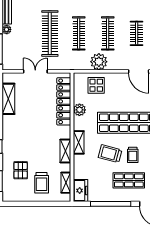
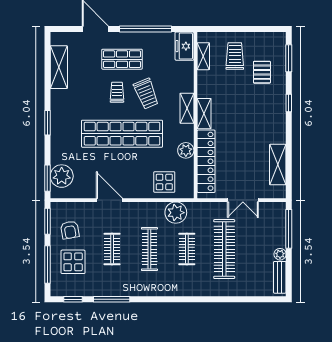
clothes rail: (79, 33) -> (187, 249), width x0.73
plant: (99, 62) -> (176, 213), moved
shelving: (65, 151) -> (204, 114), moved
trolley: (110, 154) -> (146, 94), turned 53

